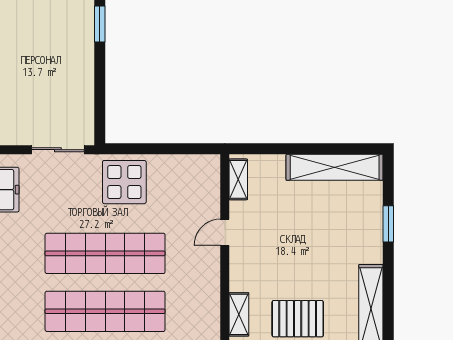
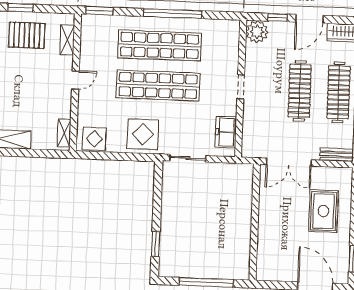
display table: (194, 173) -> (94, 139), added
door: (225, 232) -> (75, 80), moved

